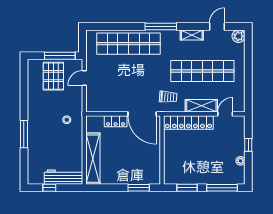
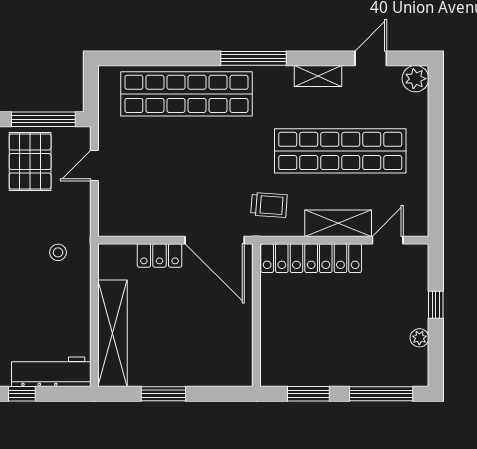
window: (139, 188) -> (163, 394), moved

